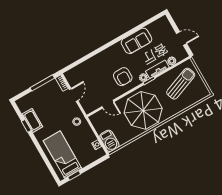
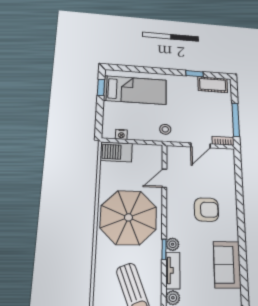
armchair: (123, 77) -> (206, 210), moved, turned 180
door: (74, 95) -> (201, 145), hinge flipped
cot: (32, 120) -> (213, 85), moved

